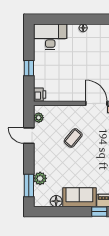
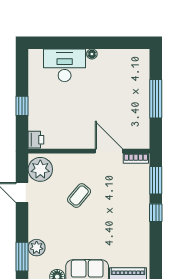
desk: (50, 37) -> (65, 65), moved
plant: (39, 118) -> (40, 169), width x1.88, depth x1.88

